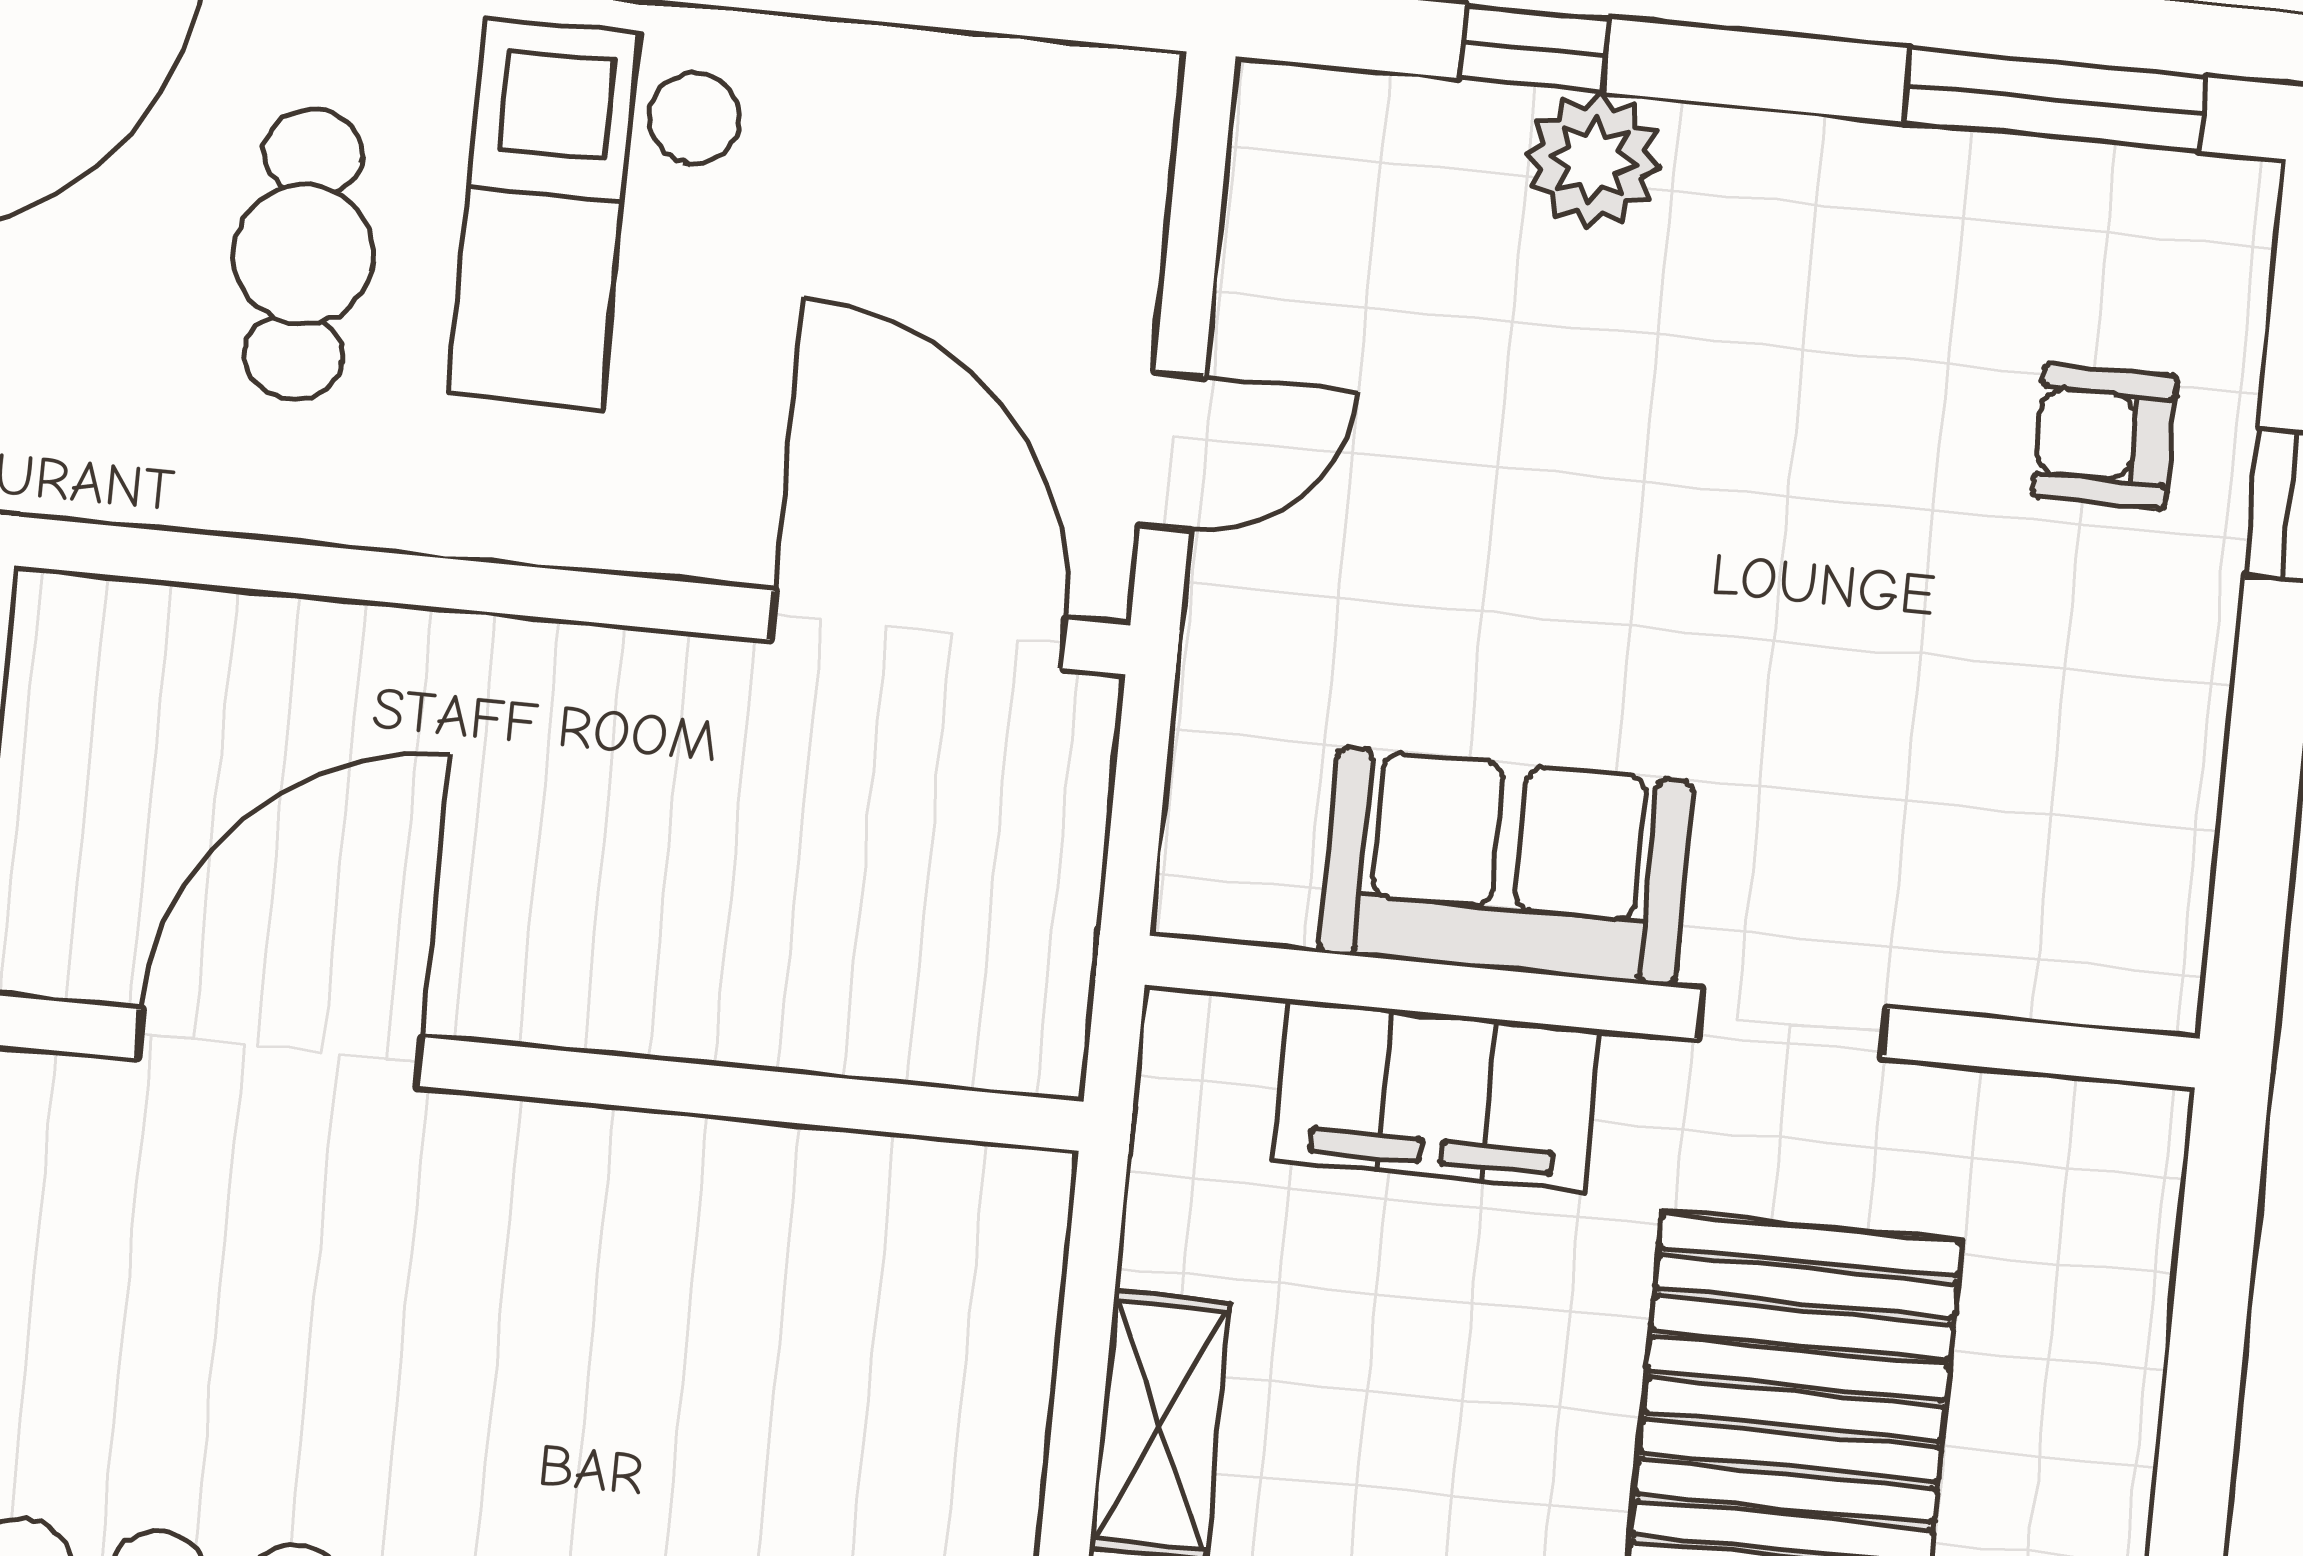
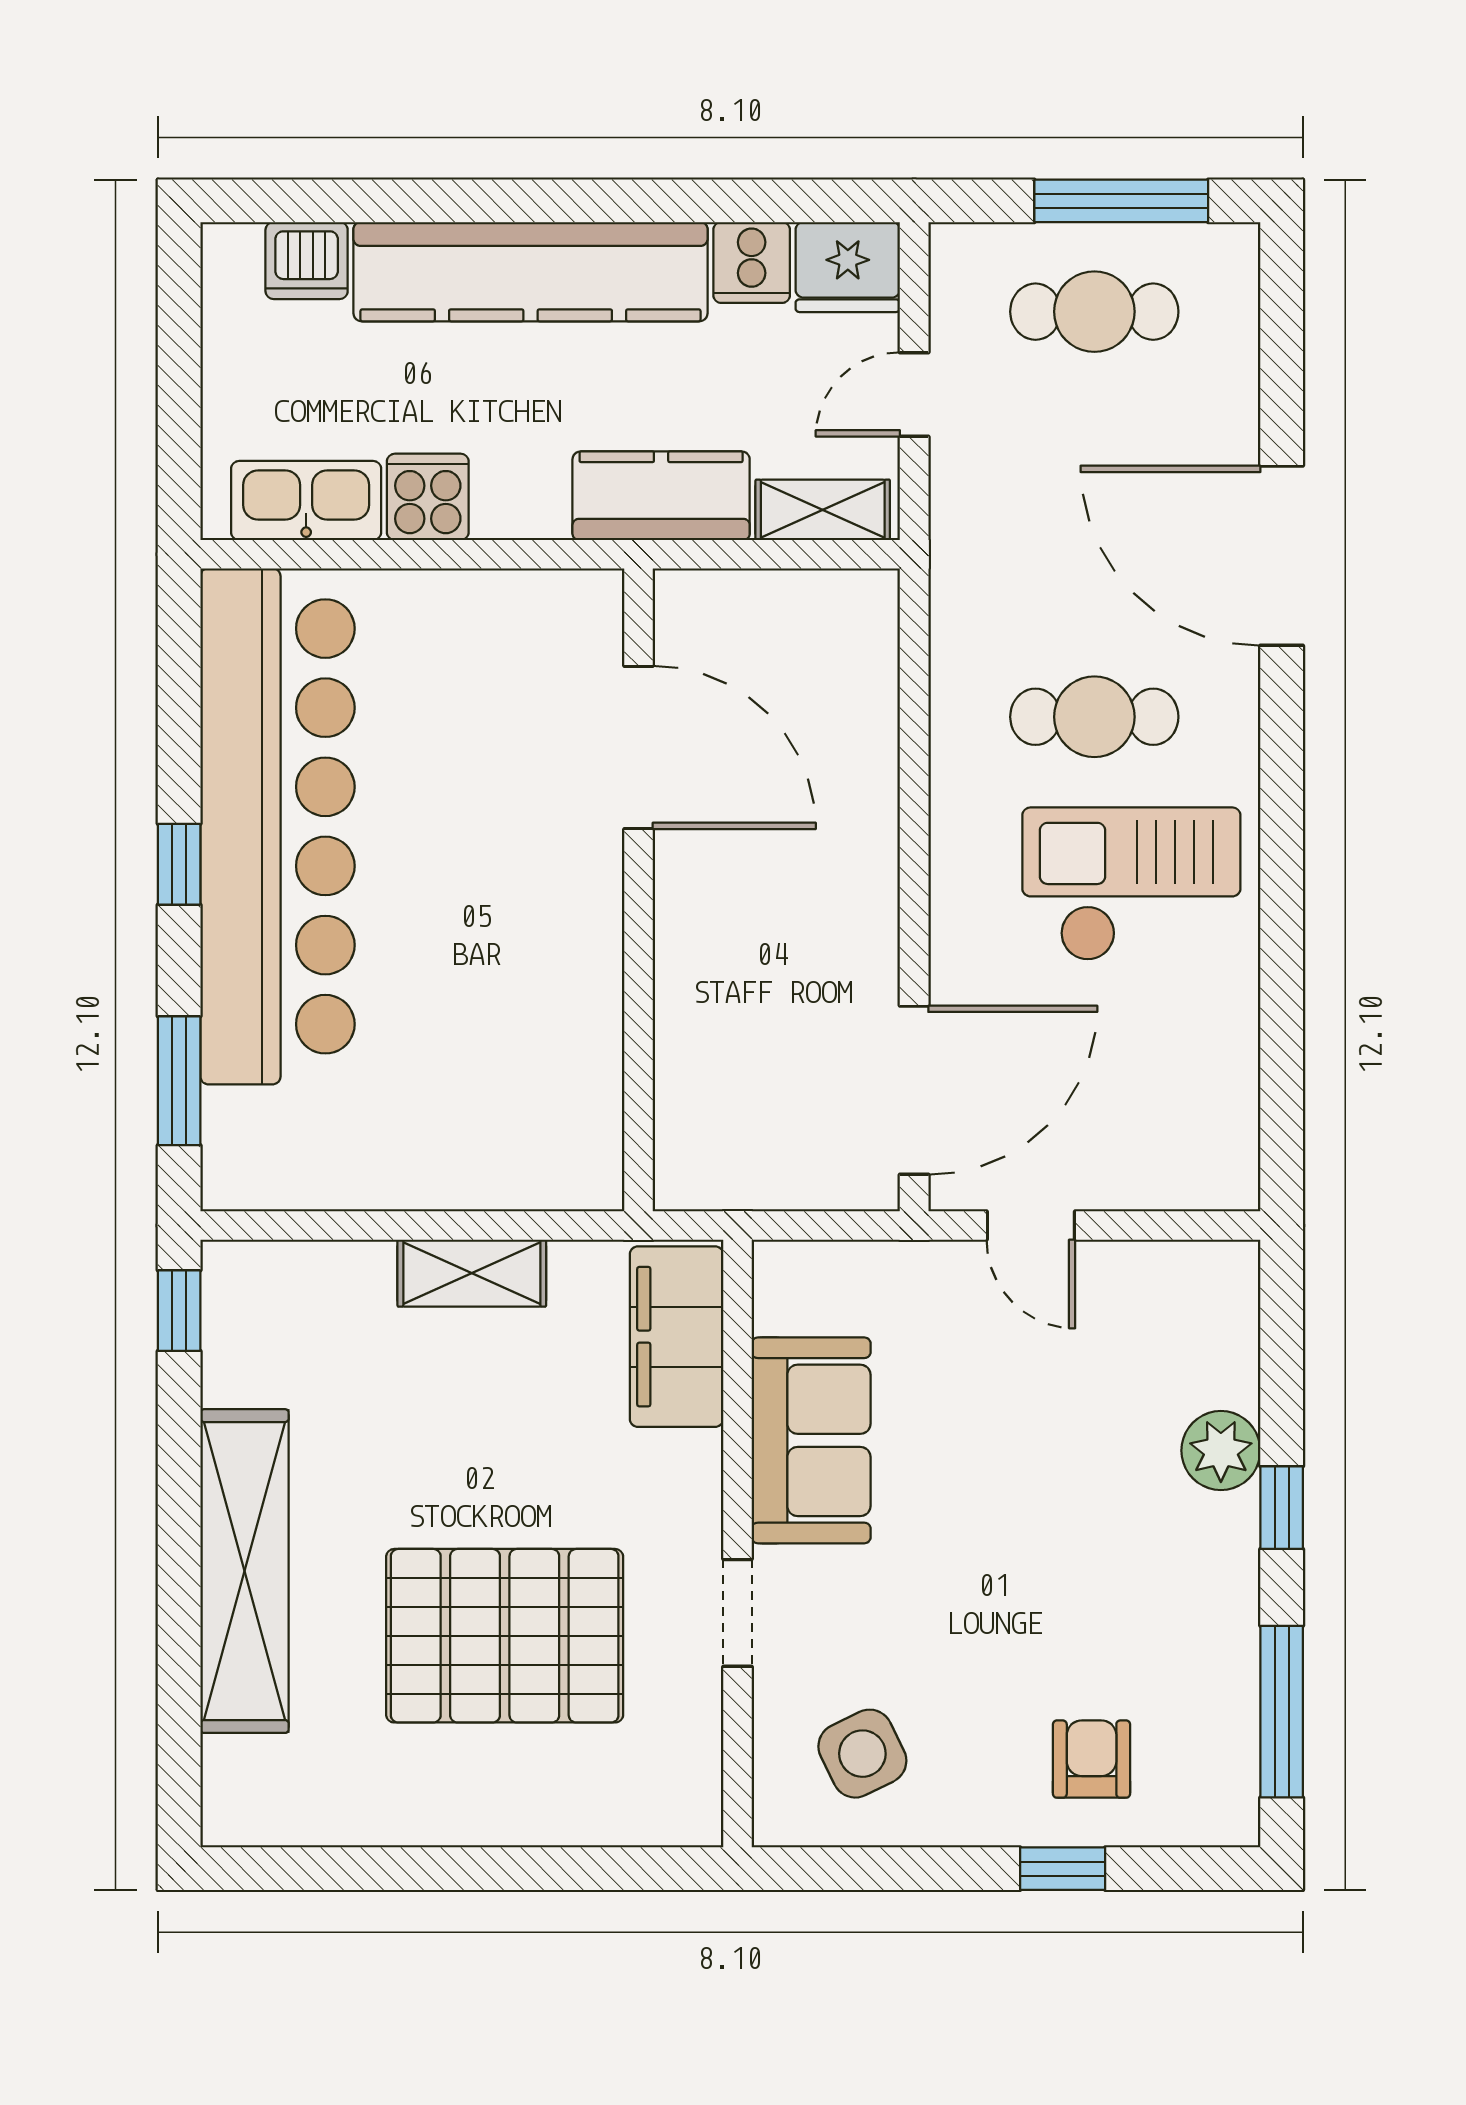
window: (1534, 49) -> (1282, 1508), moved
side table: (2056, 831) -> (862, 1754), added
filing cabinet: (1436, 1095) -> (677, 1337), moved

